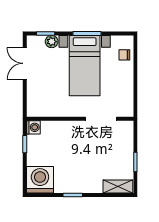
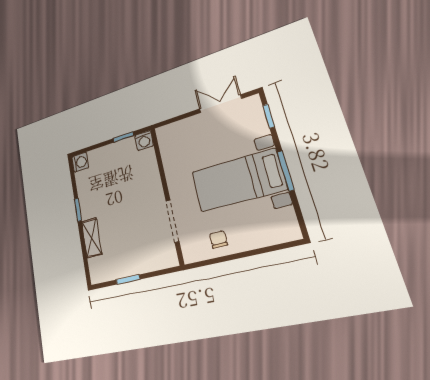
plant: (52, 42) -> (259, 127), removed
chair: (124, 55) -> (218, 239), moved
washing machine: (40, 180) -> (80, 162), width x0.53, depth x0.53
shelving: (118, 187) -> (92, 238), moved

